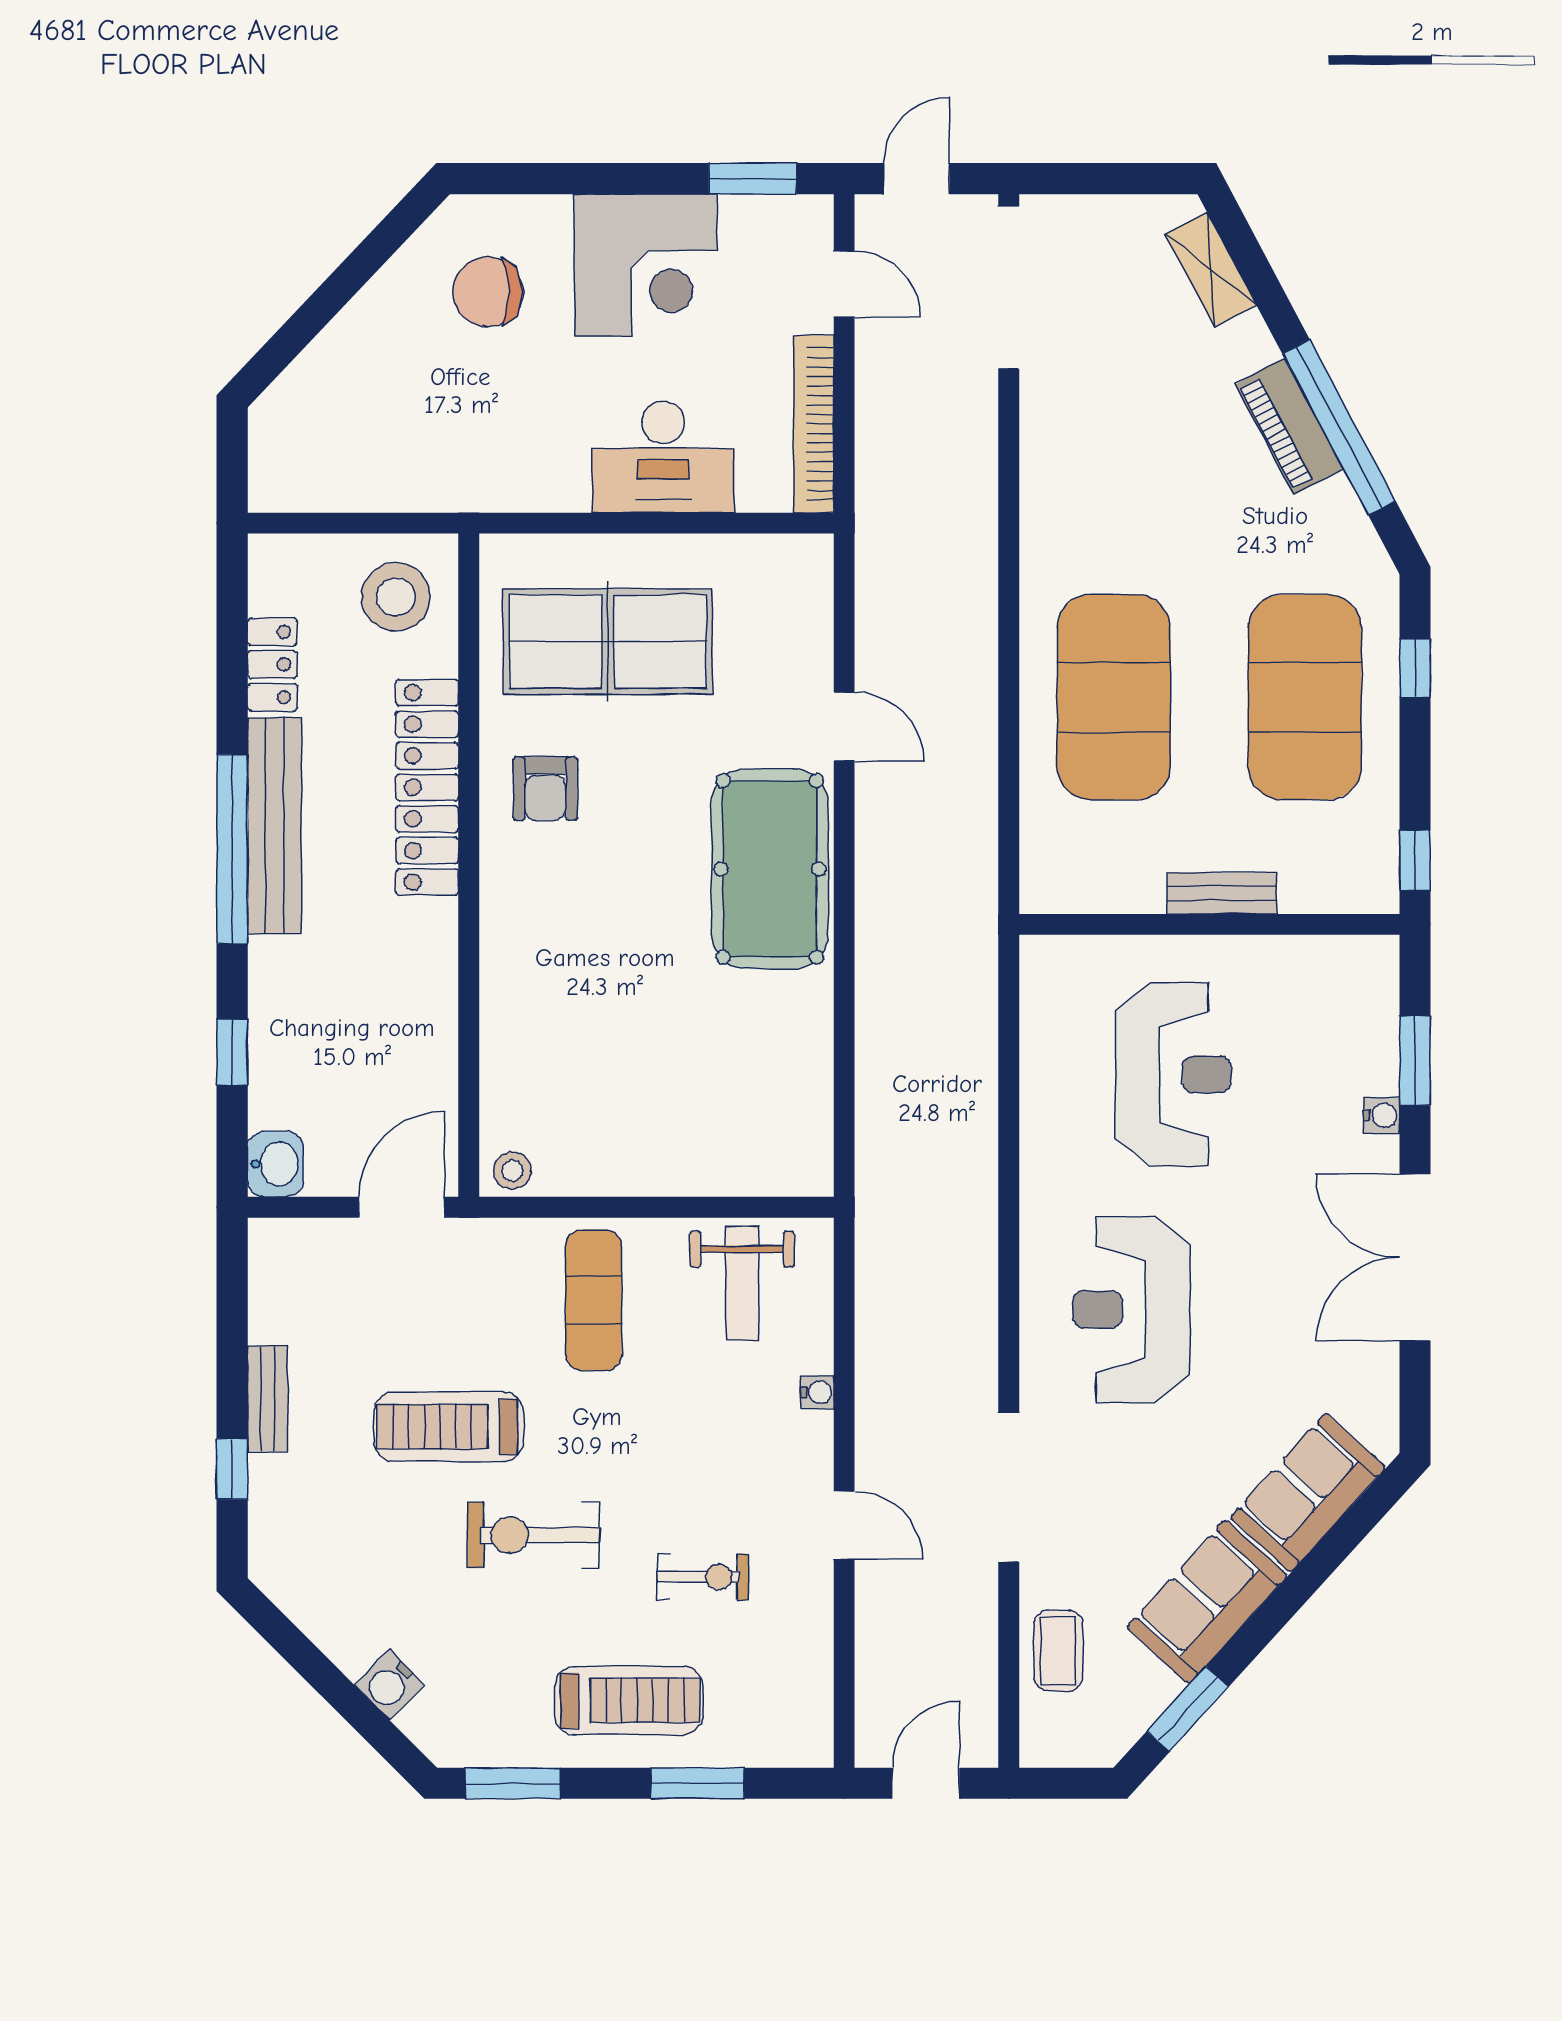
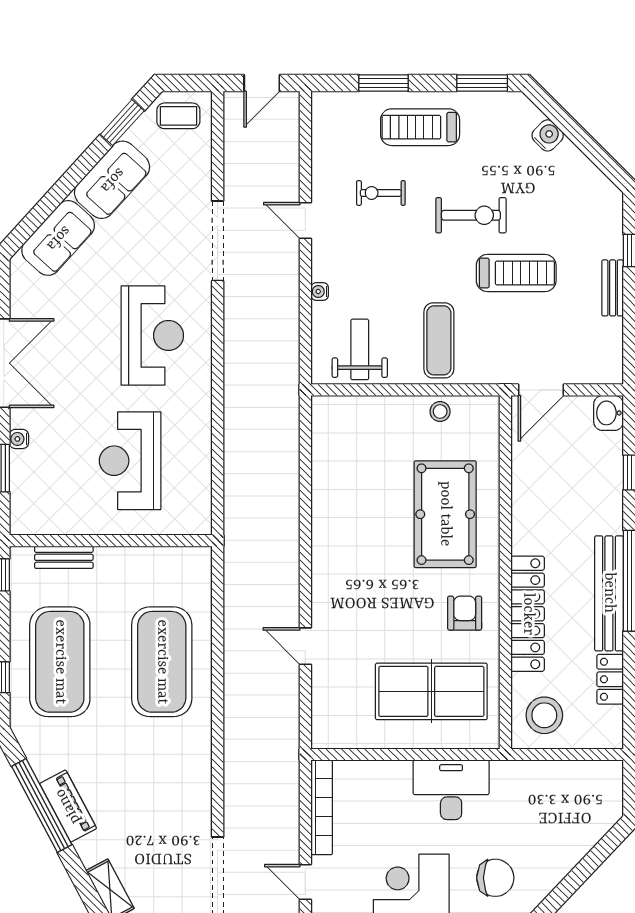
desk: (663, 457) -> (451, 790), moved
pool table: (770, 869) -> (445, 514), moved
bench: (1222, 893) -> (64, 557), moved
stool: (512, 1171) -> (440, 412), moved
coffee table: (1058, 1651) -> (178, 116), moved, turned 90

